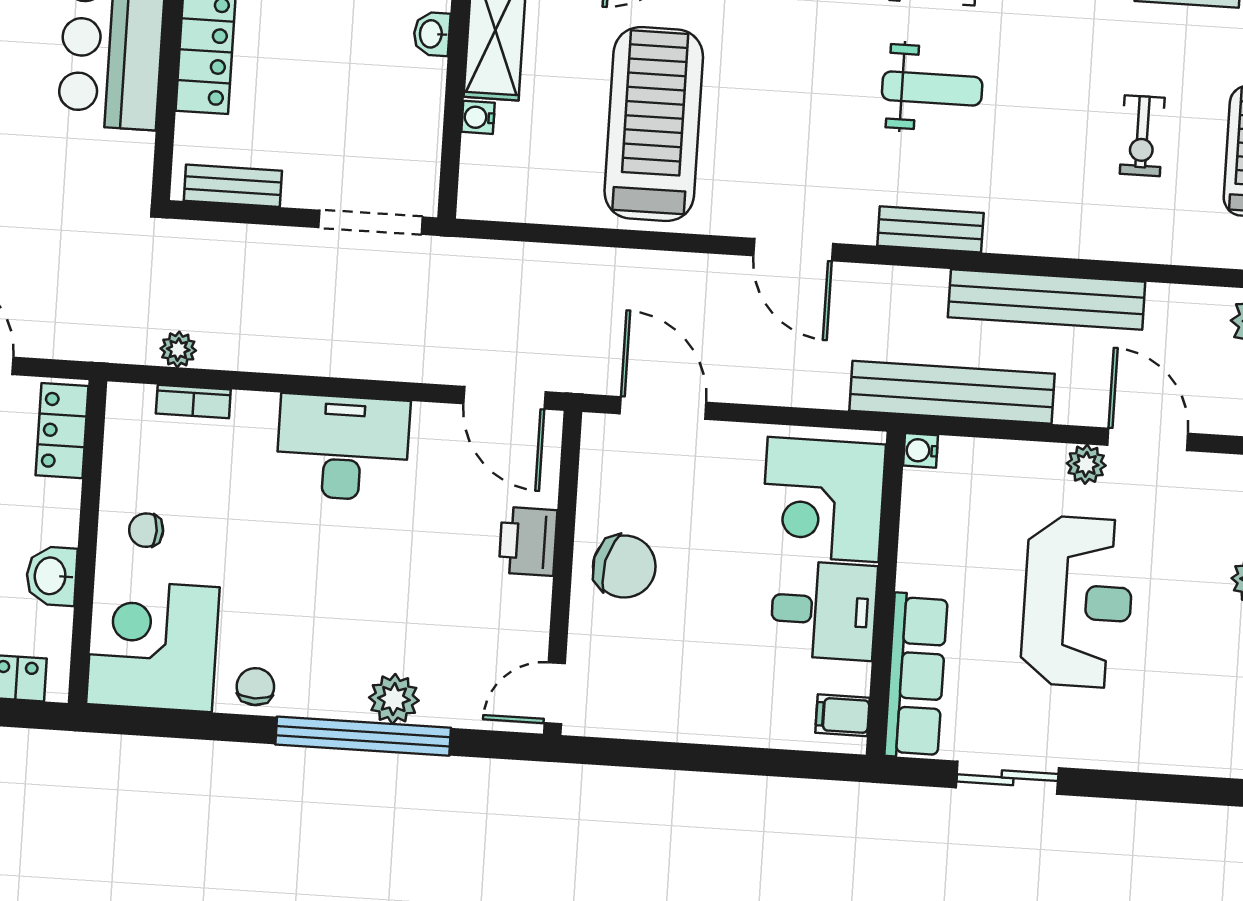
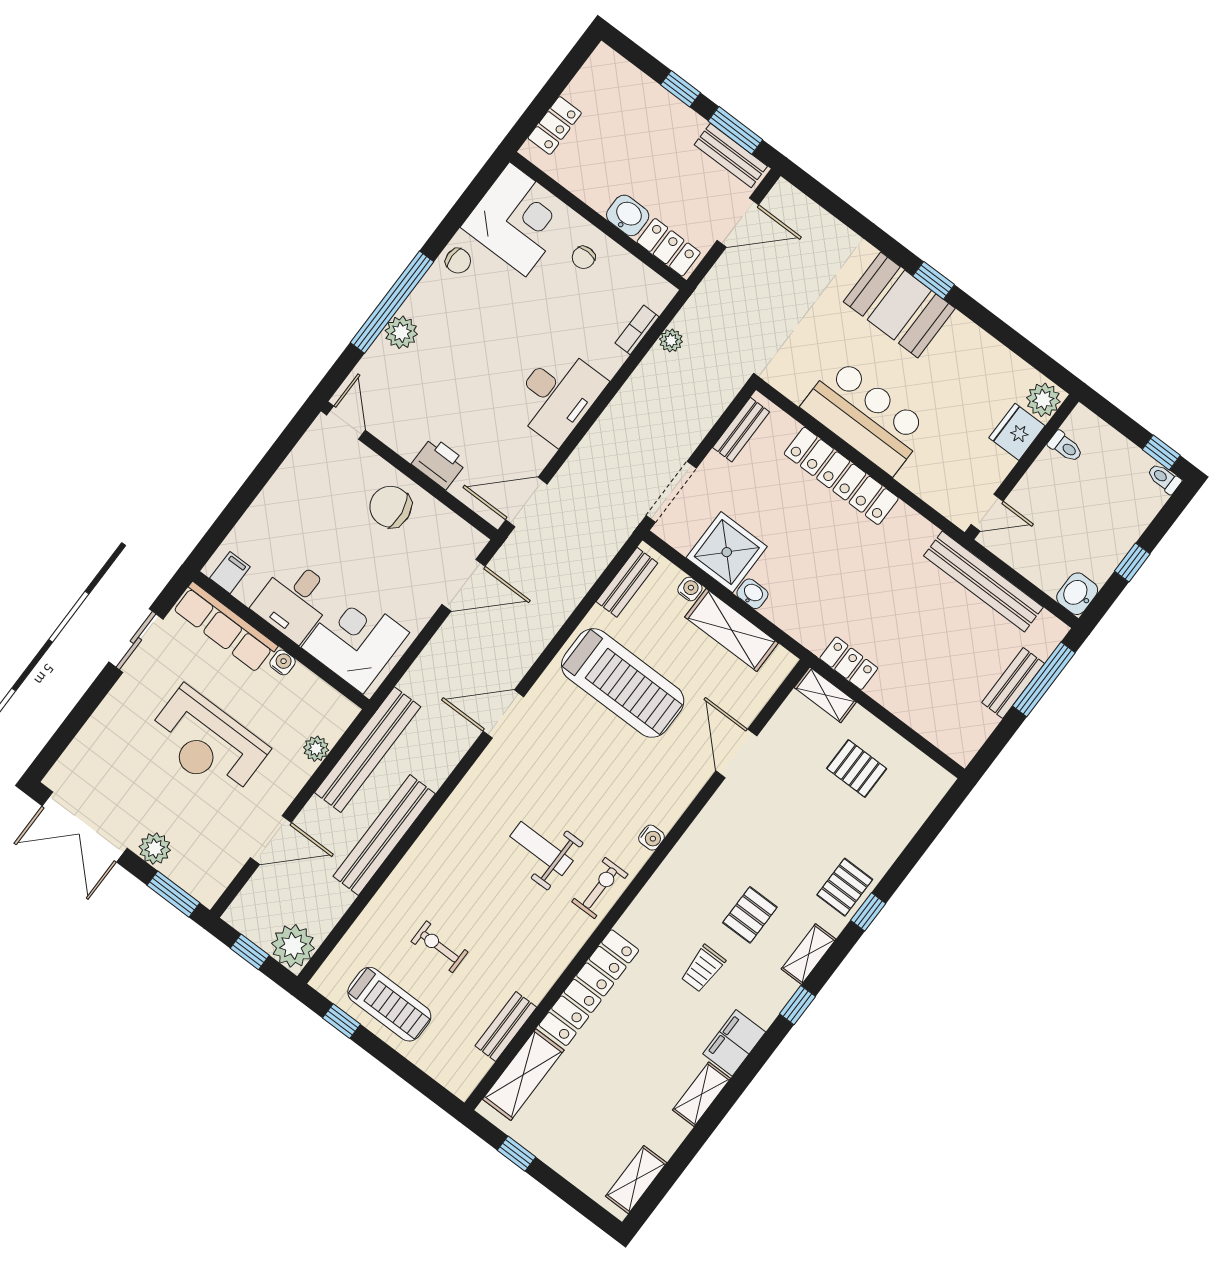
weight bench: (932, 88) -> (541, 849), turned 90
shower: (400, 101) -> (727, 552), added
bench: (930, 229) -> (627, 582), moved
water cooler: (921, 450) -> (283, 662), moved
plant: (1086, 464) -> (316, 749), moved
chair: (146, 530) -> (584, 257), turned 180
chair: (624, 566) -> (391, 507), turned 69
washbasin: (51, 576) -> (628, 215), moved

